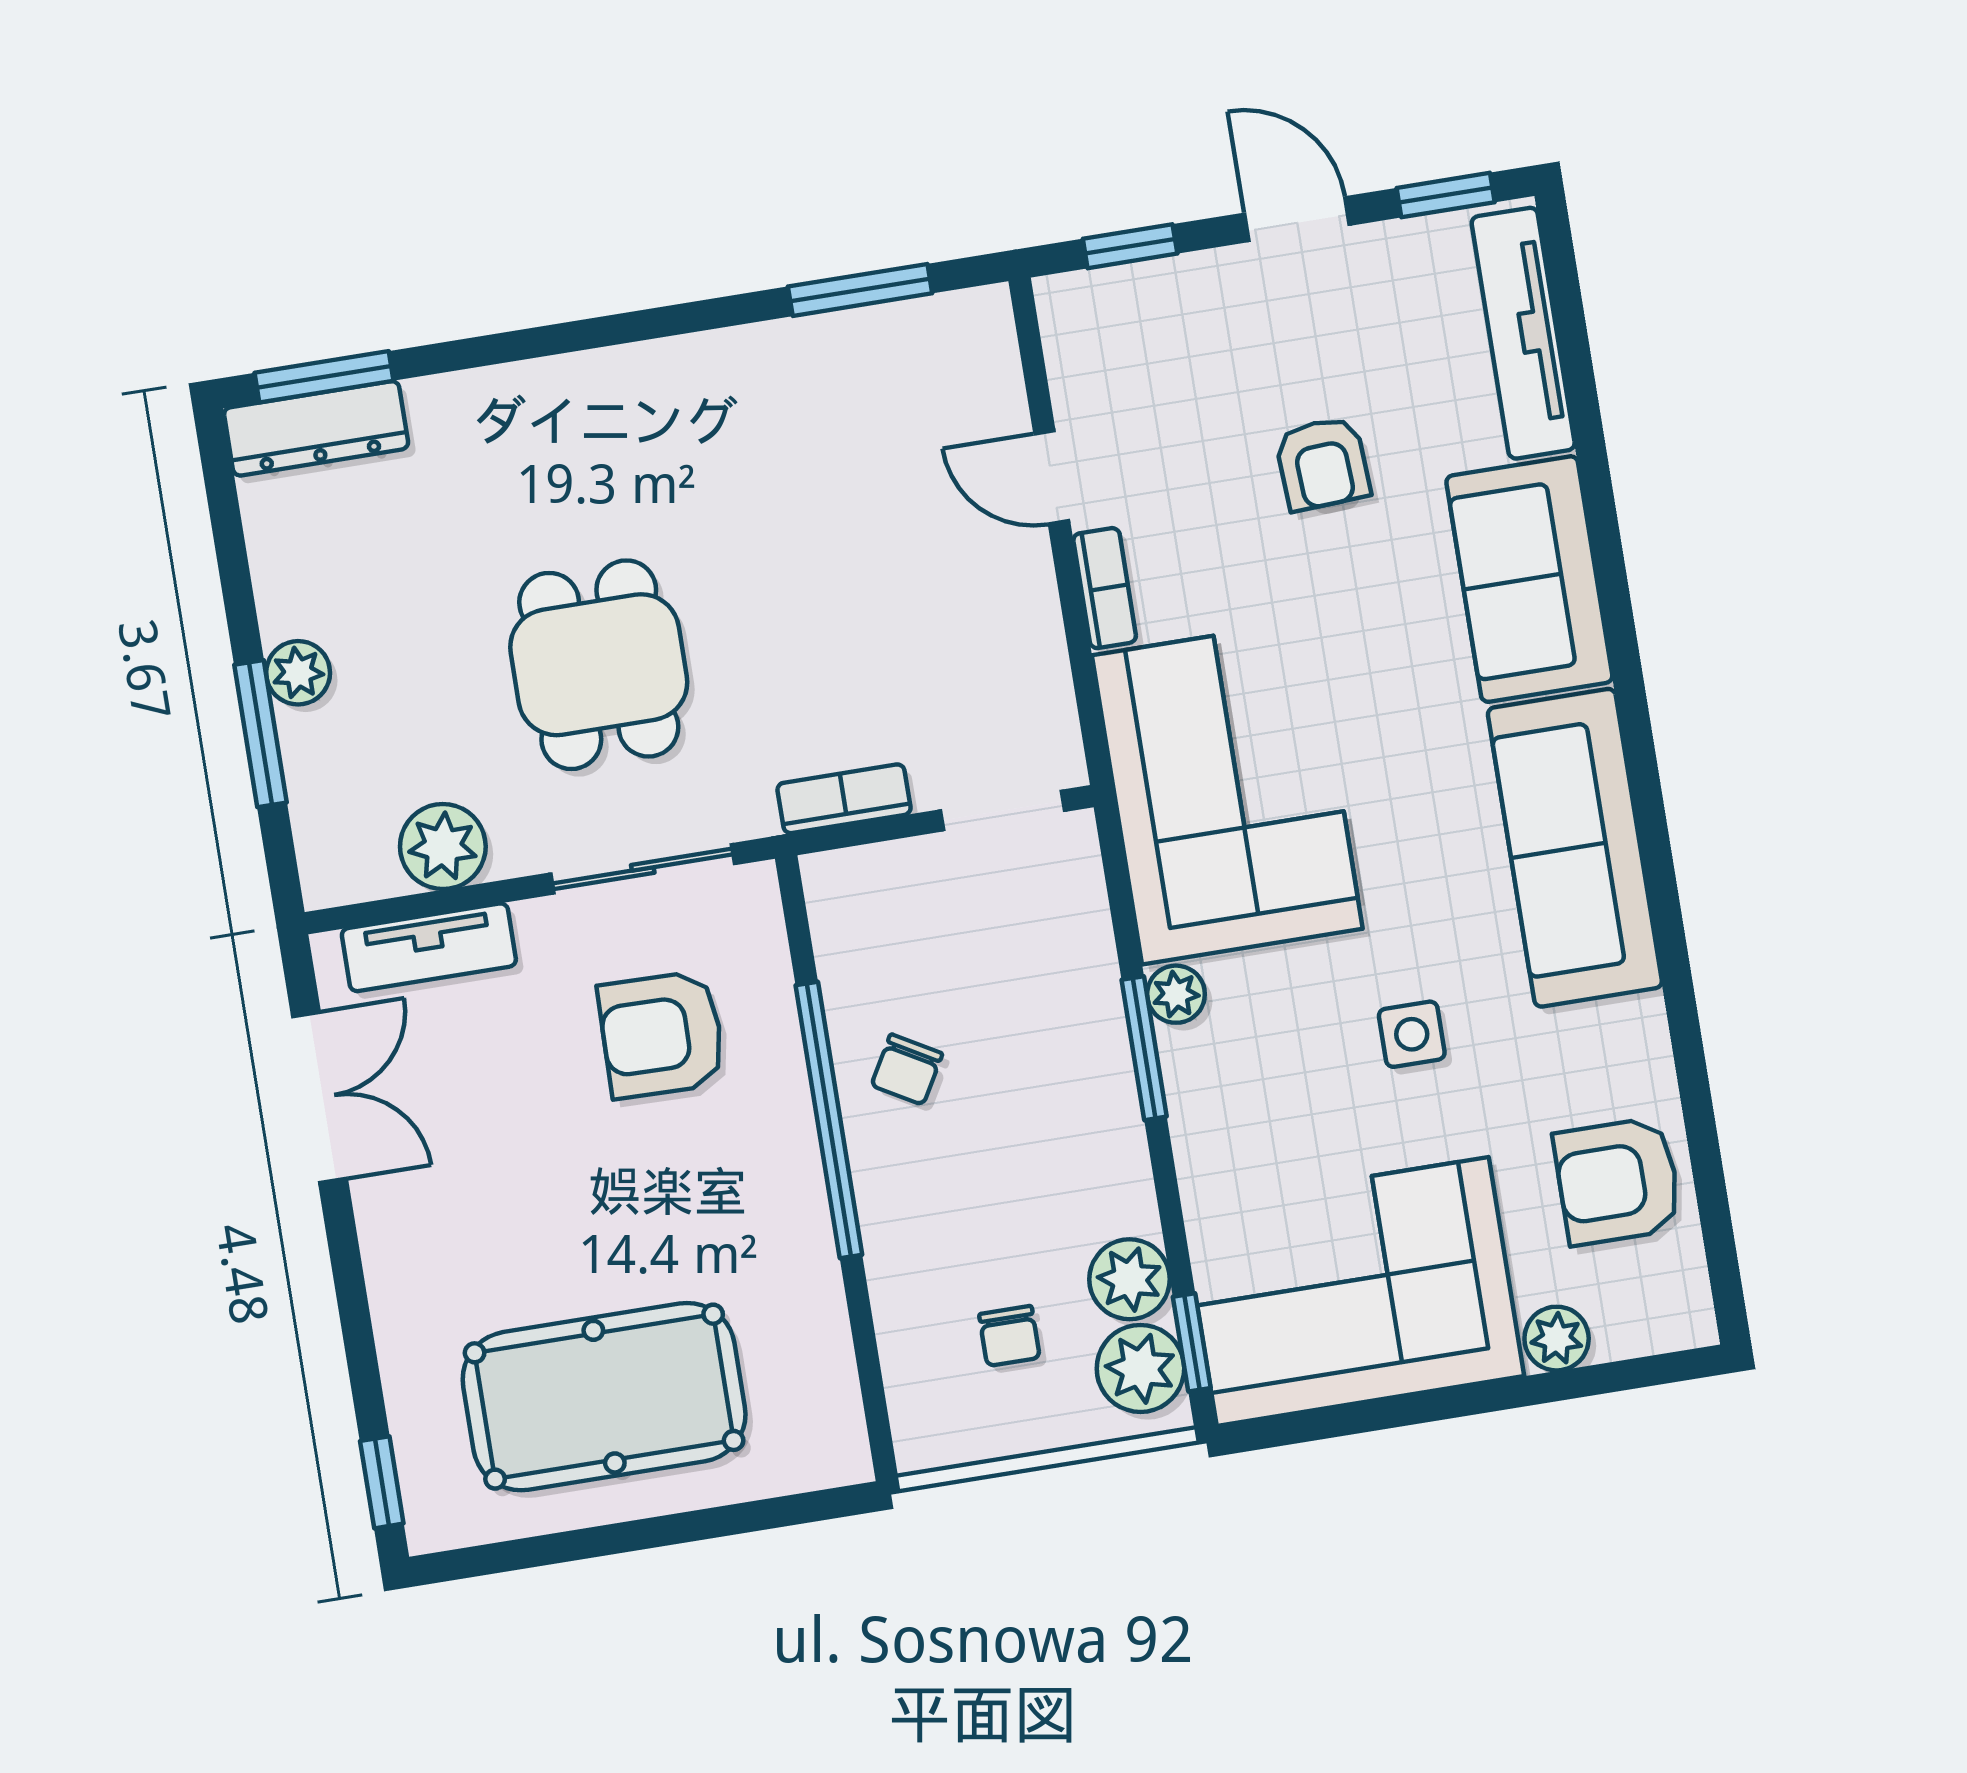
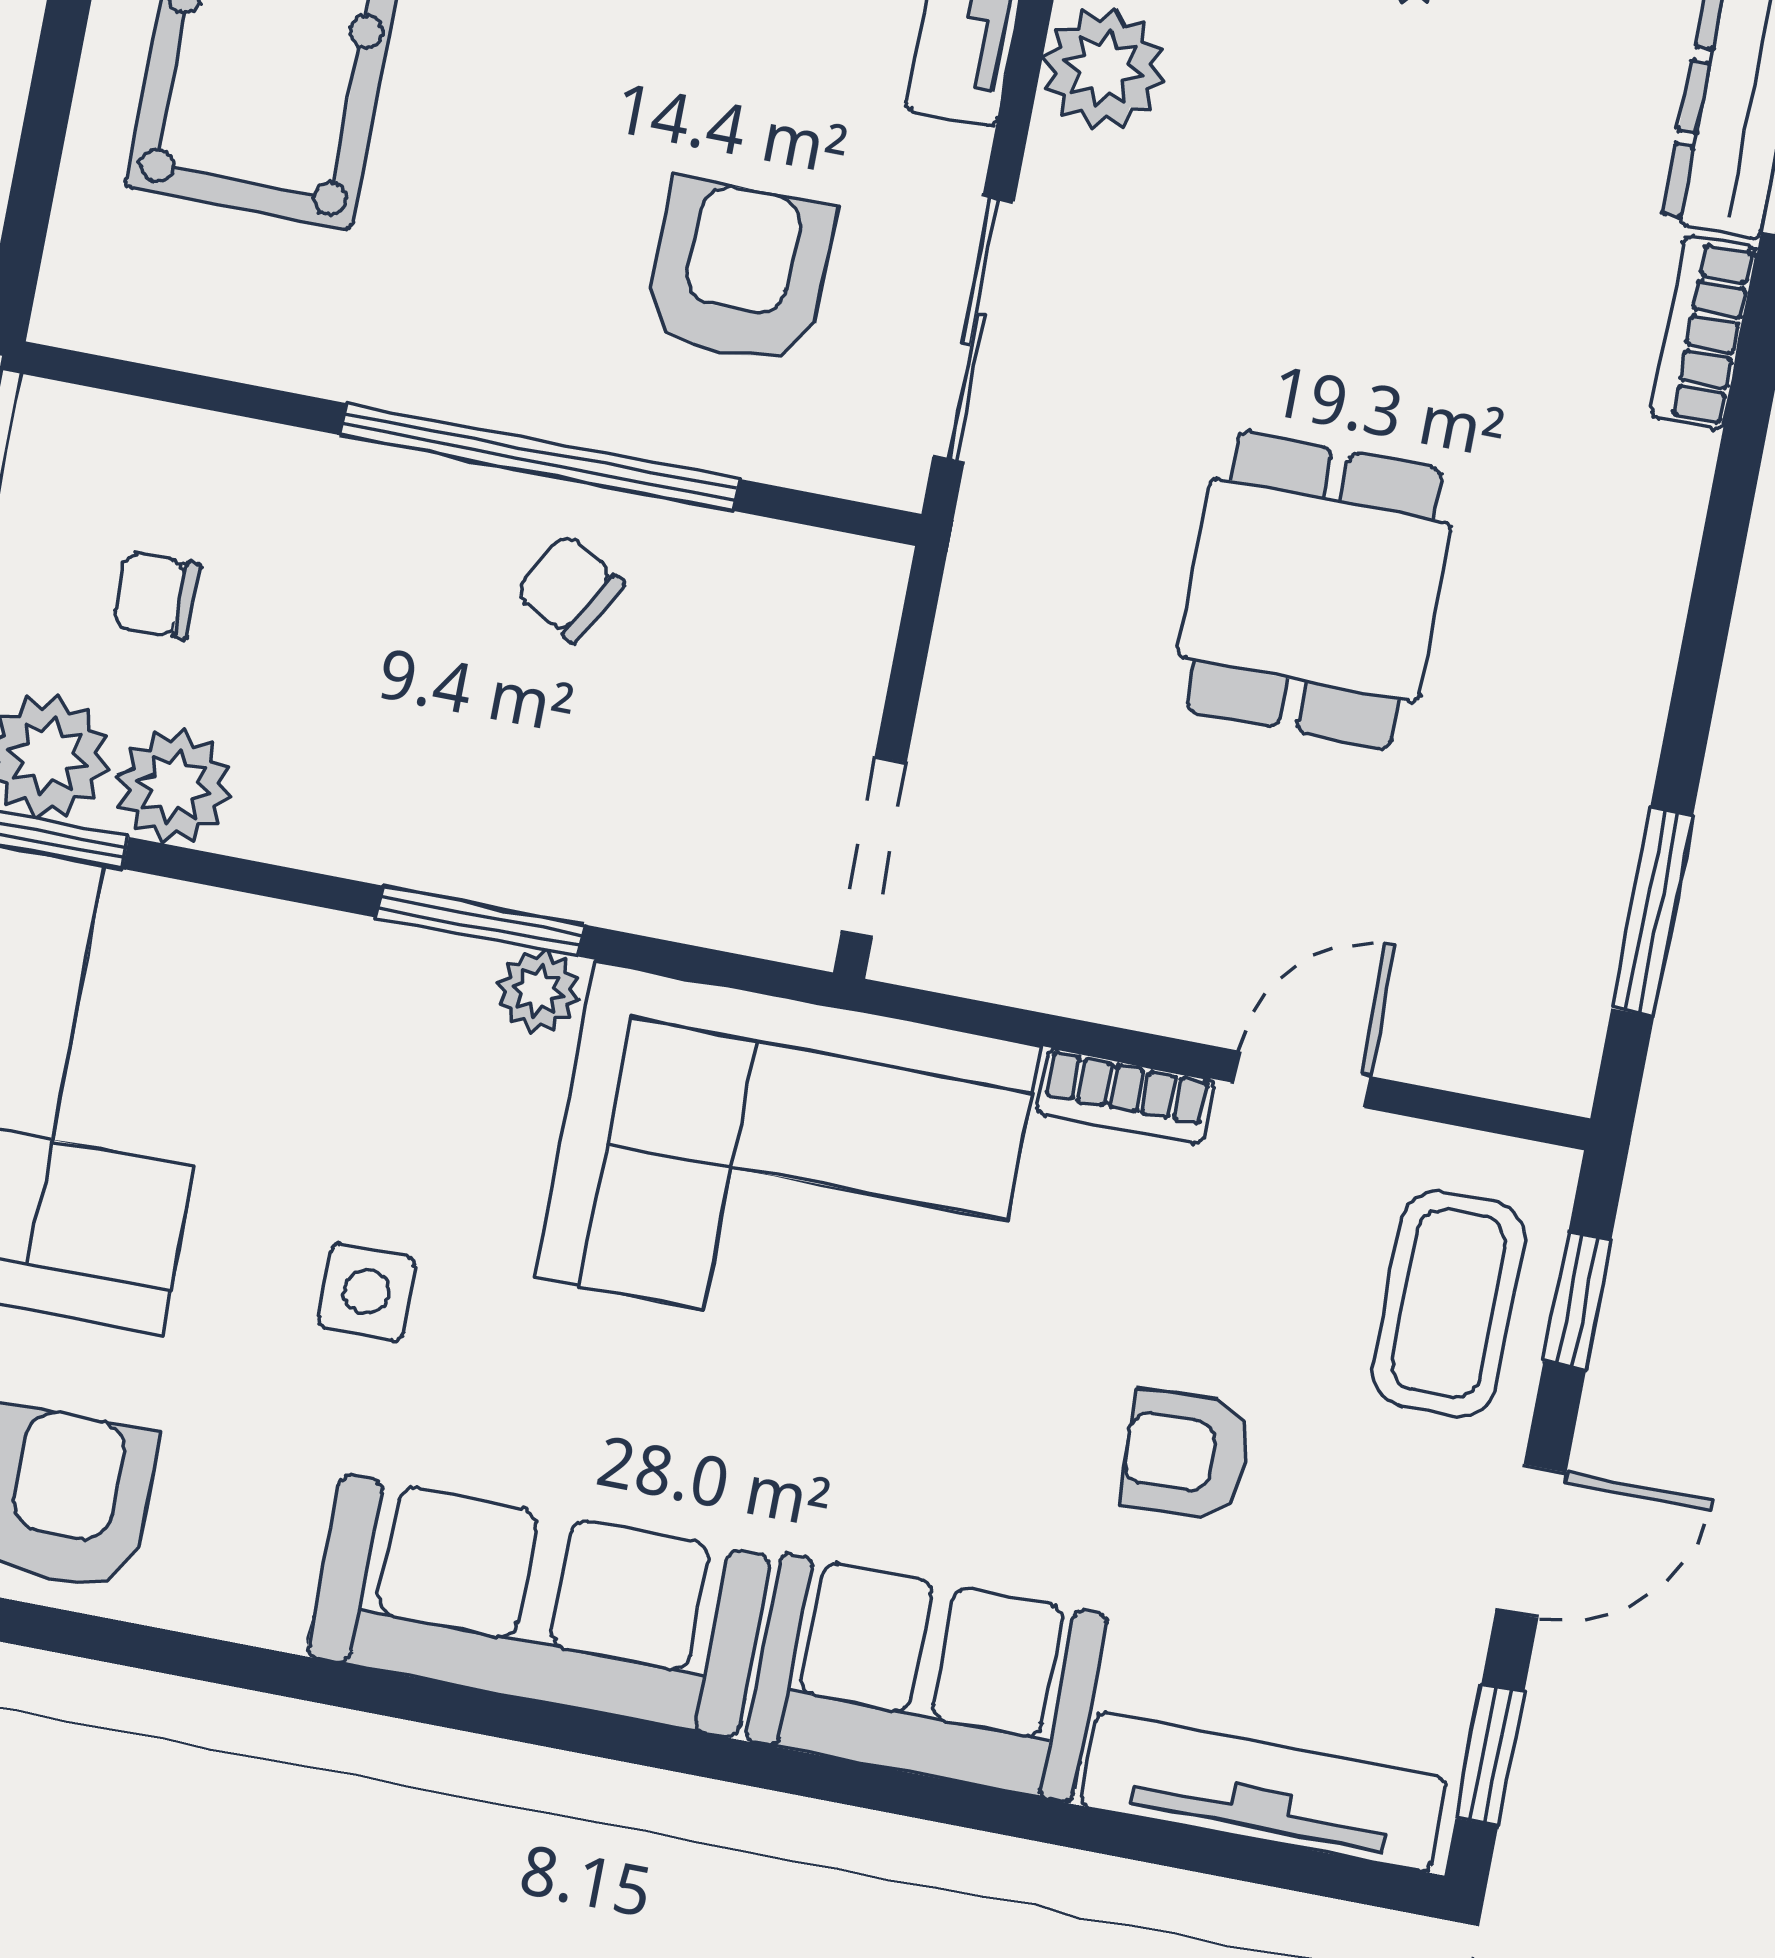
coffee table: (1162, 329) -> (1448, 1304), added
dining table: (599, 665) -> (1314, 590), moved, turned 90
bookcase: (844, 799) -> (1704, 332), moved, turned 180

